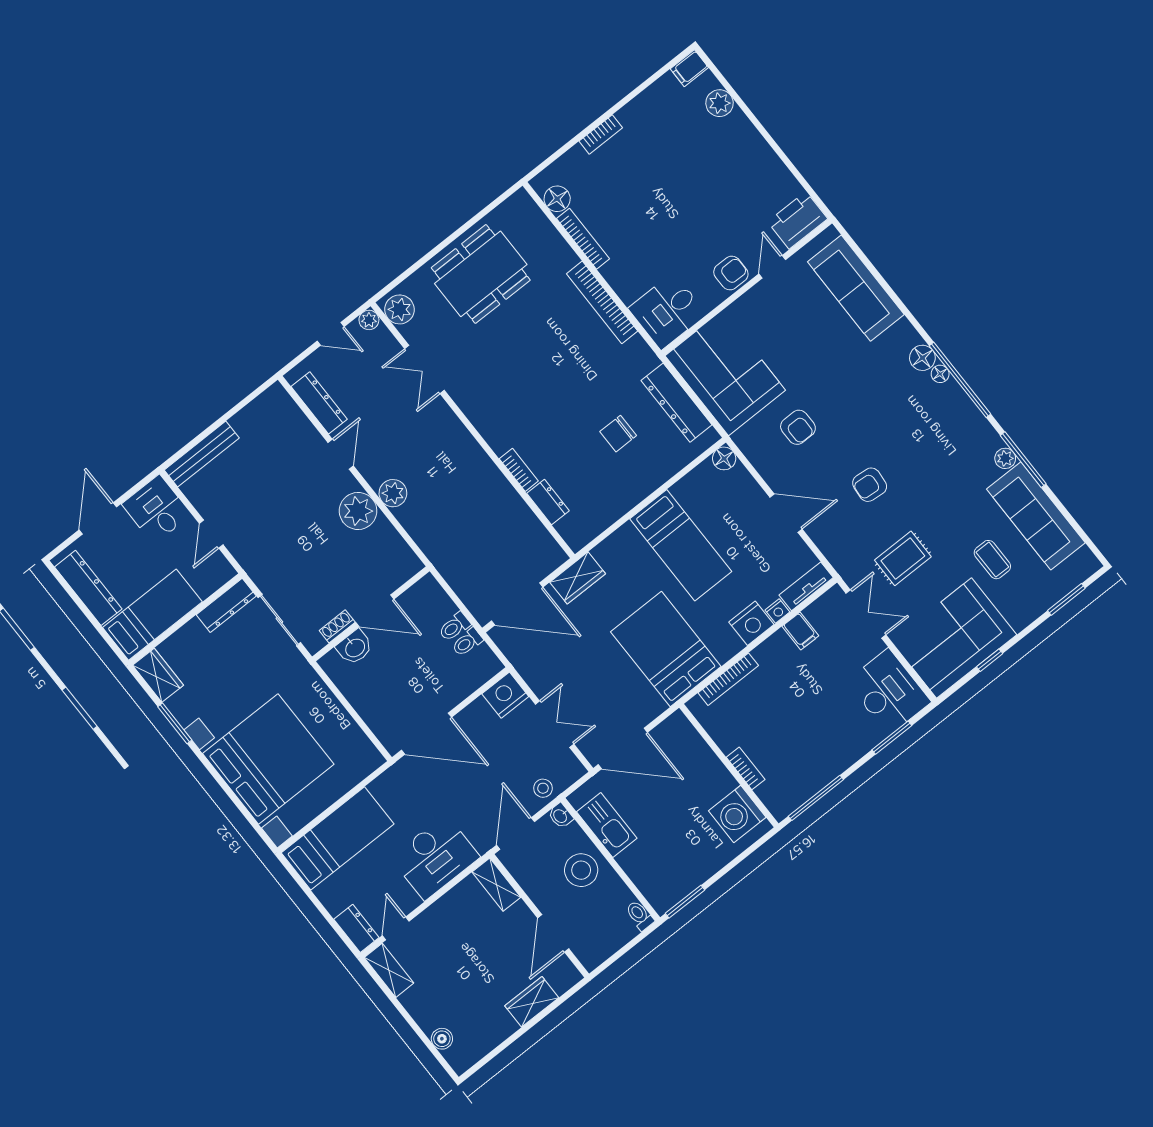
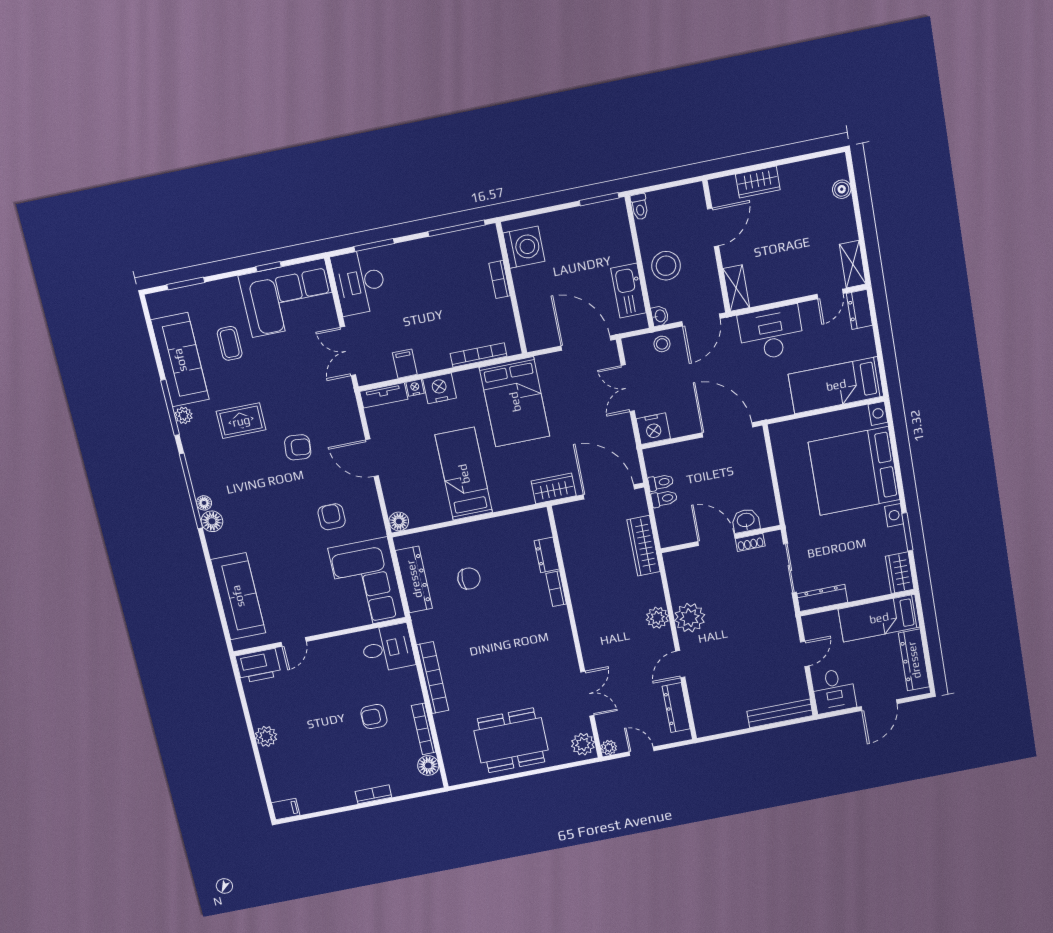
plant: (720, 103) -> (266, 736), moved
armchair: (731, 273) -> (374, 717), moved
rug: (903, 558) -> (241, 421), moved
wardrobe: (449, 565) -> (644, 546), added

